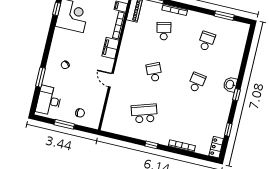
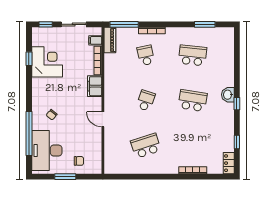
school desk: (206, 41) -> (193, 55), width x1.85
school desk: (154, 72) -> (146, 101), turned 42
window: (40, 77) -> (29, 134), width x2.11
school desk: (197, 82) -> (193, 101), width x1.85
desk: (49, 101) -> (47, 151), width x1.36, depth x1.30
window: (151, 145) -> (161, 177), removed

